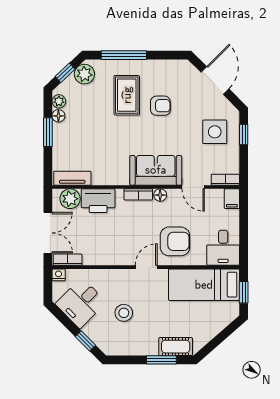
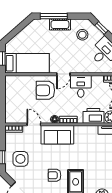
filing cabinet: (232, 199) -> (10, 117), removed
desk: (223, 248) -> (81, 86), moved
stool: (124, 313) -> (82, 35), moved
cot: (176, 347) -> (60, 24), moved
window: (161, 360) -> (54, 16), width x1.44

